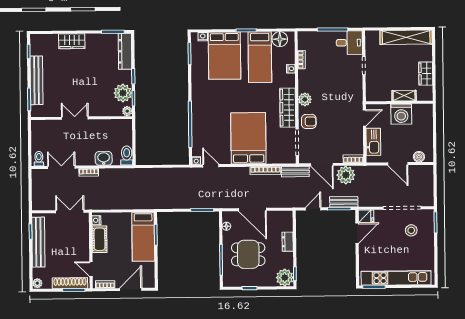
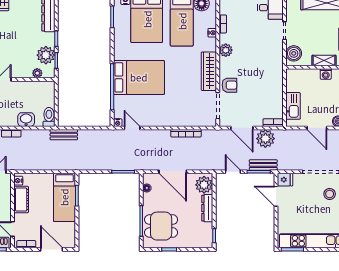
boiler: (373, 89) -> (294, 53), added
plant: (305, 99) -> (226, 50), moved
plant: (127, 111) -> (37, 73), moved
washing machine: (401, 114) -> (326, 74), width x0.53, depth x0.53
door: (364, 118) -> (285, 82), removed
bed: (248, 138) -> (139, 77), moved, turned 90
bench: (295, 172) -> (64, 135), moved
door: (313, 209) -> (233, 172), hinge flipped
door: (357, 233) -> (276, 196), swing flipped
dresser: (288, 242) -> (207, 208), width x1.44
dining table: (248, 254) -> (161, 226), moved
plant: (285, 278) -> (204, 185), moved
door: (131, 289) -> (51, 249), hinge flipped

